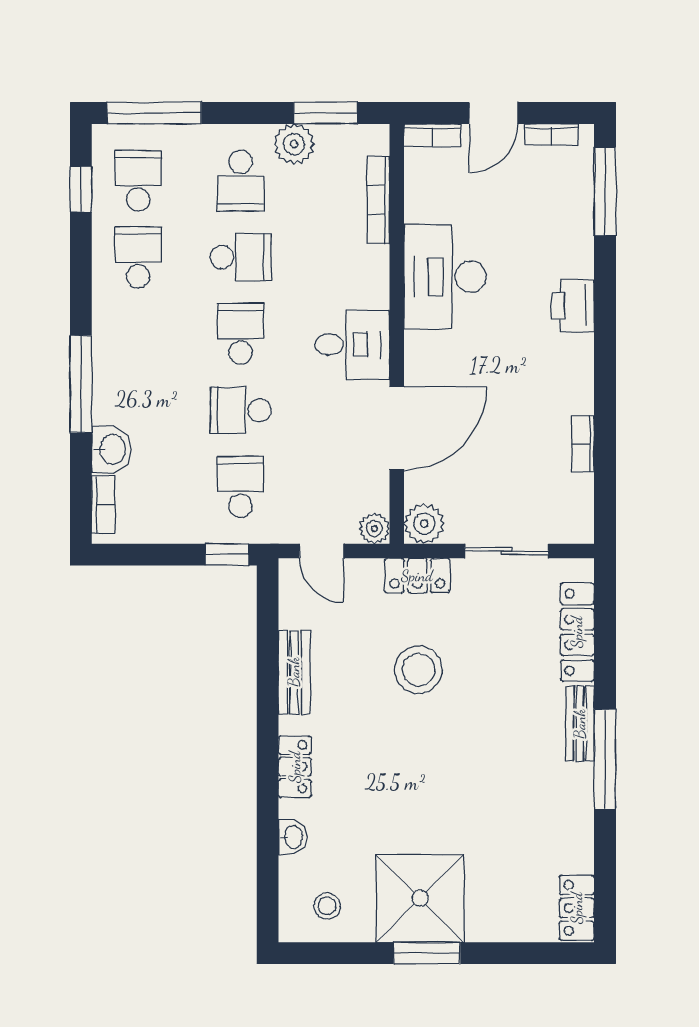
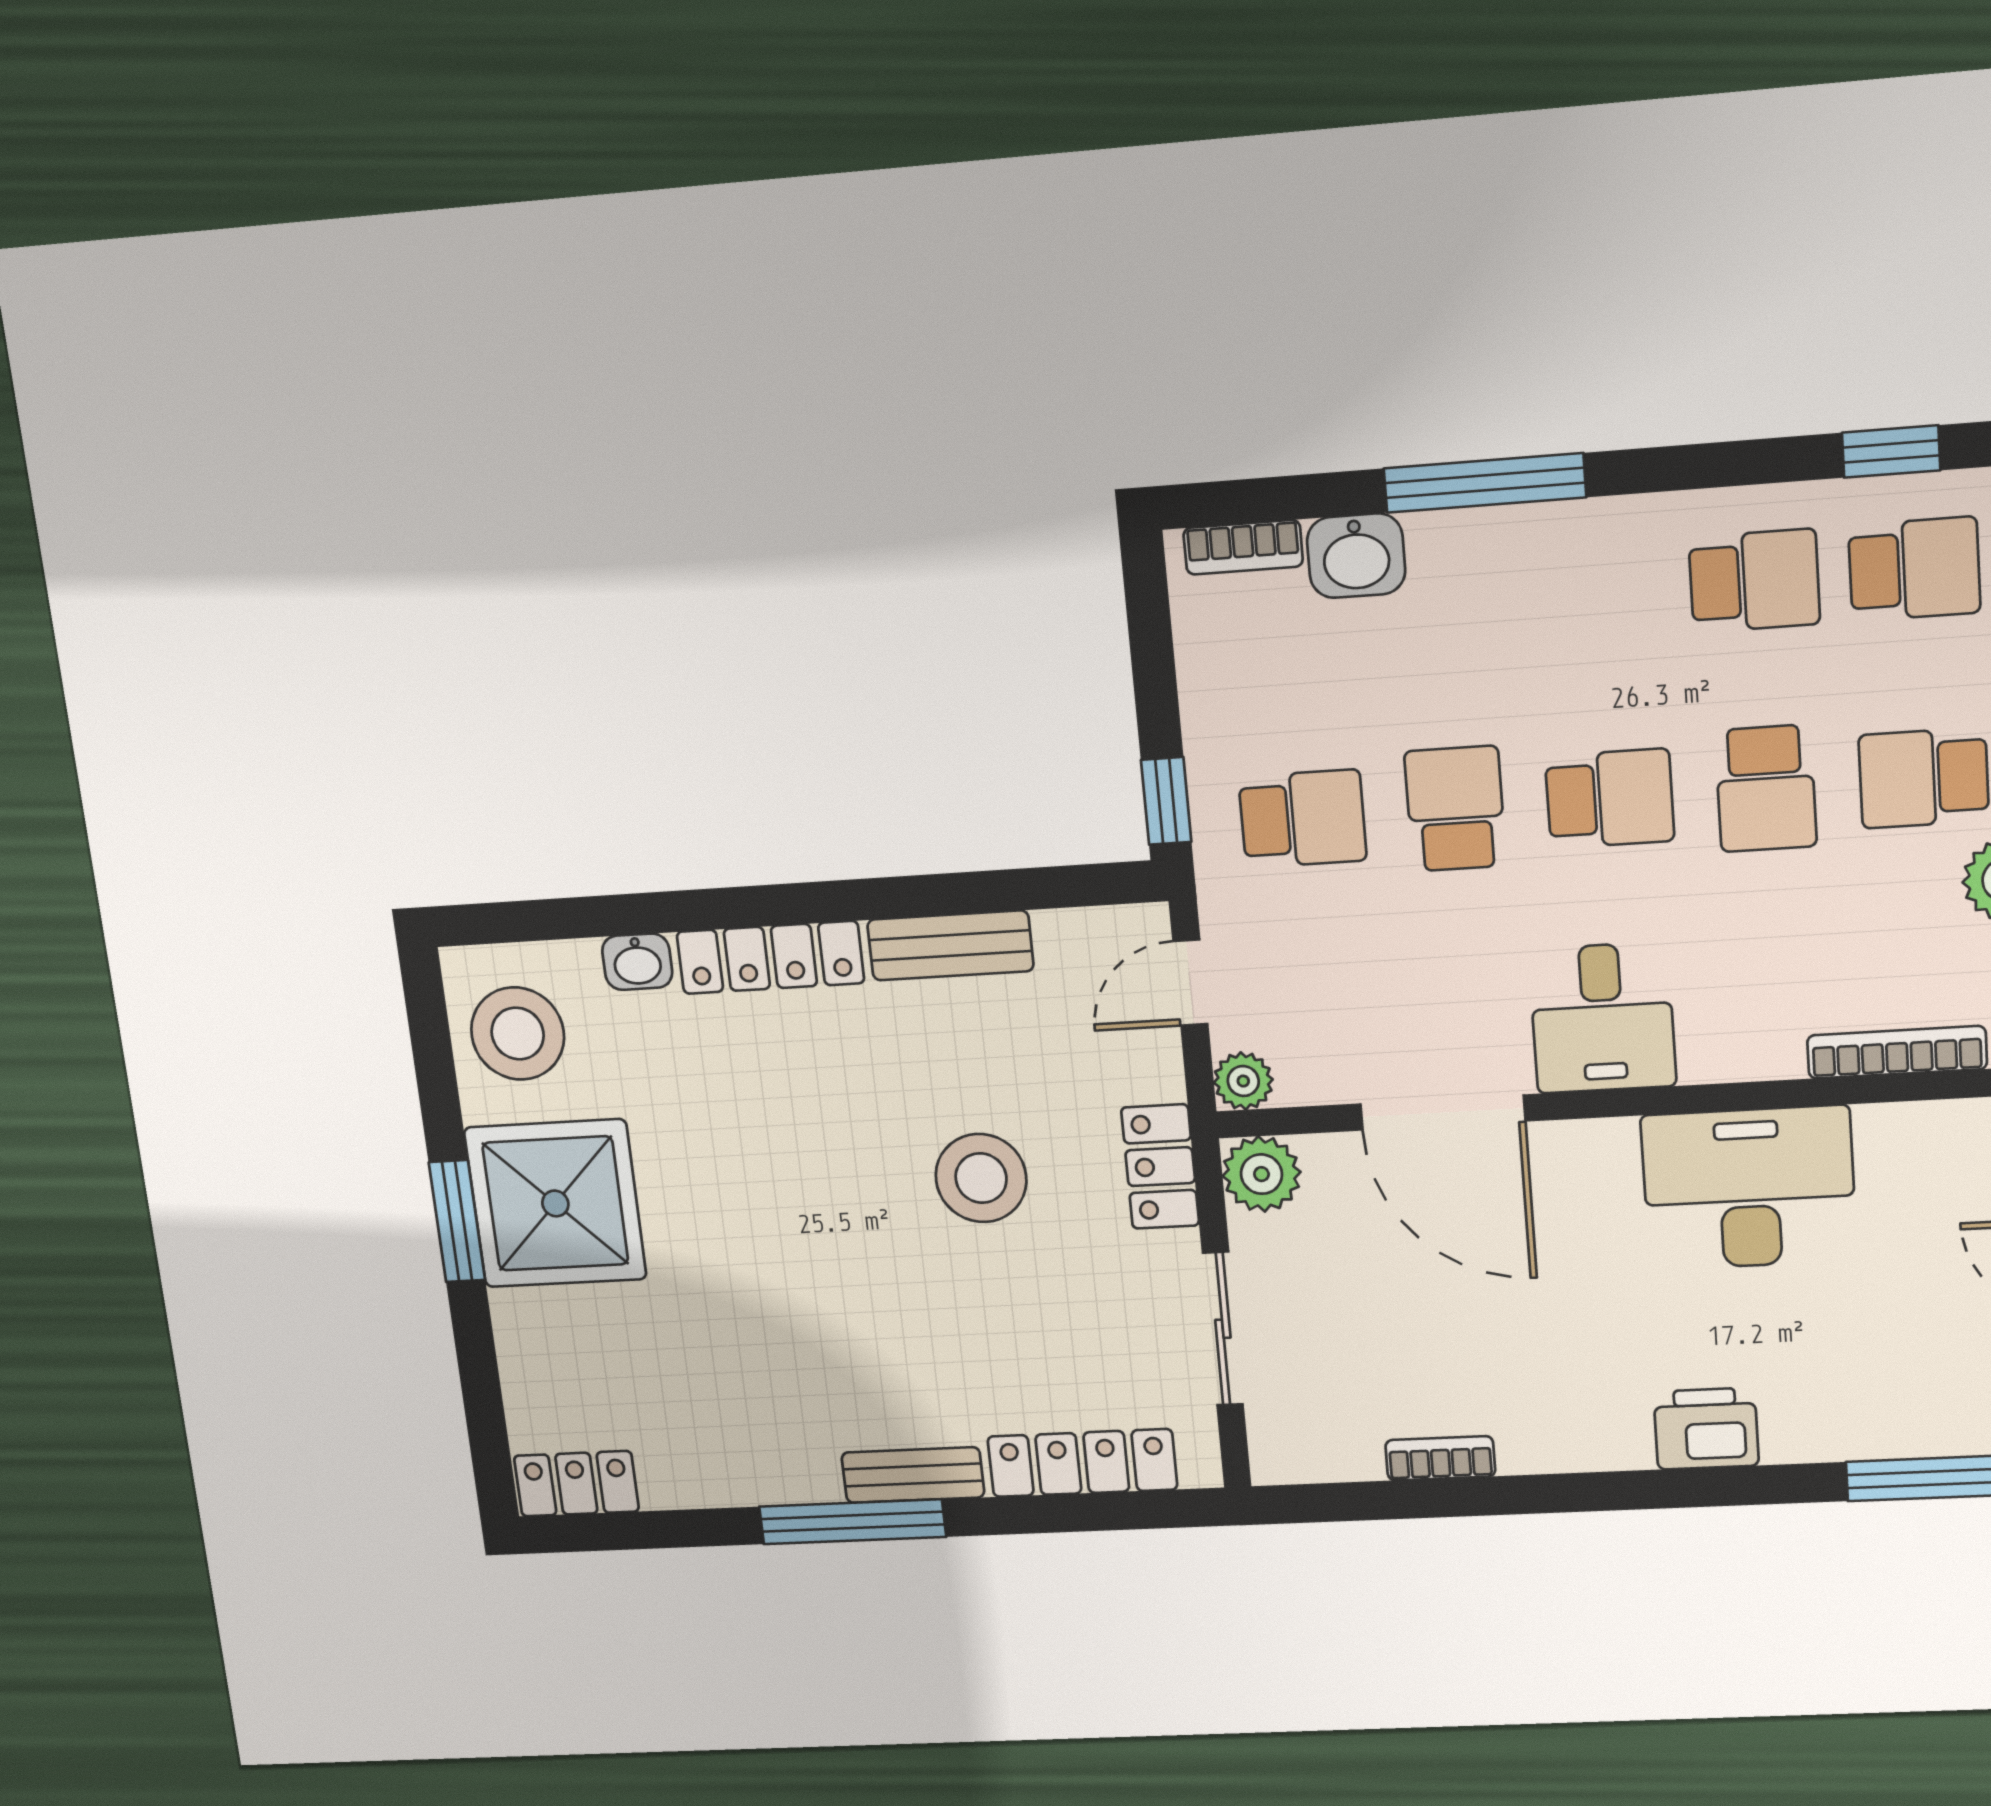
locker: (295, 767) -> (770, 957), width x1.53
stool: (327, 906) -> (518, 1034), width x1.89, depth x1.89

